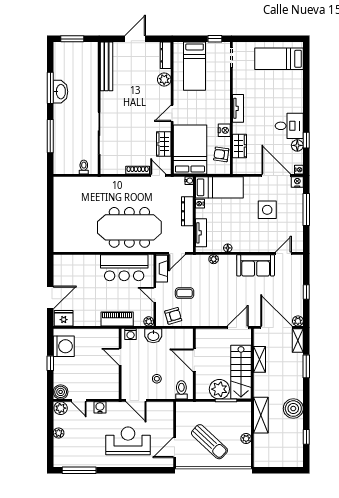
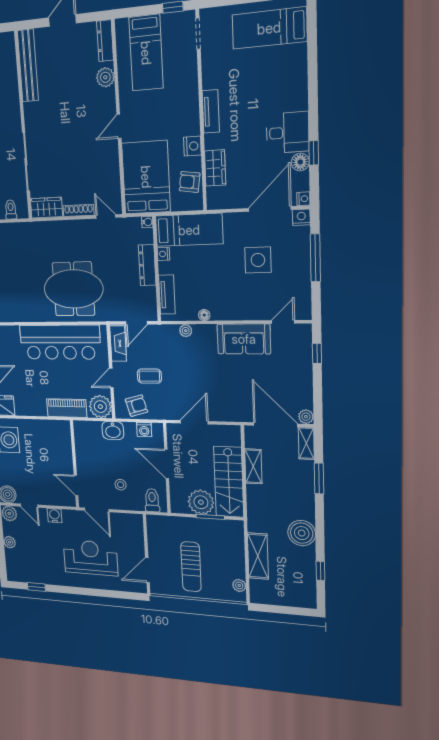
wardrobe: (164, 144) -> (46, 208), moved, turned 90
door: (276, 175) -> (270, 209), hinge flipped
meeting table: (129, 227) -> (73, 289), width x0.73
bar counter: (124, 268) -> (60, 342), width x1.36
window: (306, 292) -> (317, 353), moved
door: (155, 295) -> (111, 378), hinge flipped
plant: (149, 321) -> (100, 407), width x1.88, depth x1.88
door: (238, 327) -> (194, 422), moved
washing machine: (131, 334) -> (144, 430), moved
door: (120, 357) -> (76, 485), moved
shelving: (261, 415) -> (258, 556), moved
plant: (246, 439) -> (239, 585), moved
sun lounger: (209, 442) -> (191, 567), turned 47
window: (79, 470) -> (36, 587), width x0.46

